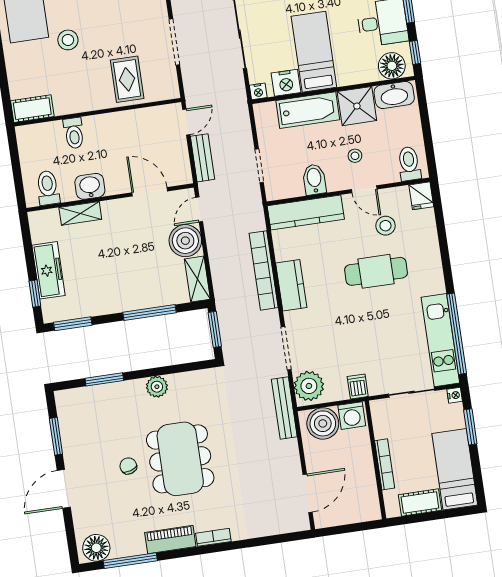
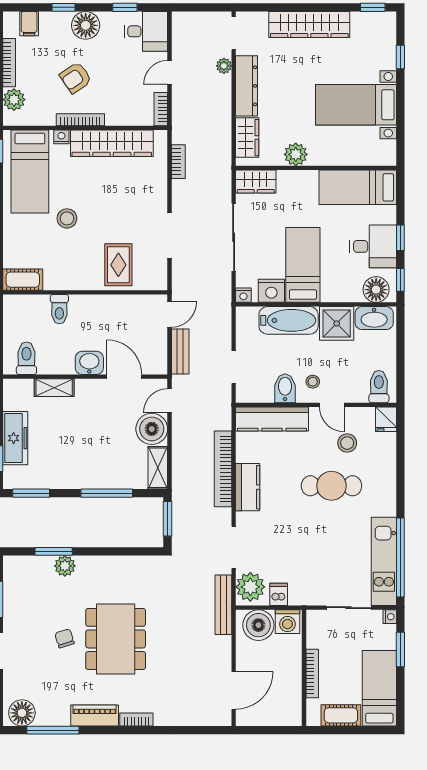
stool: (355, 156) -> (313, 382), moved
washbasin: (90, 186) -> (89, 363), moved
dishwasher: (358, 386) -> (279, 594), moved
plant: (157, 387) -> (65, 566), moved

